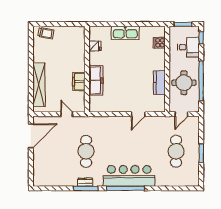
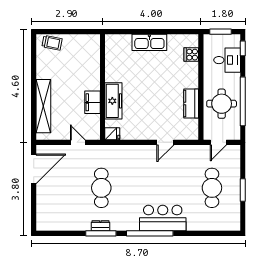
fridge: (95, 46) -> (112, 134), moved
bar counter: (129, 176) -> (163, 218), width x0.73

